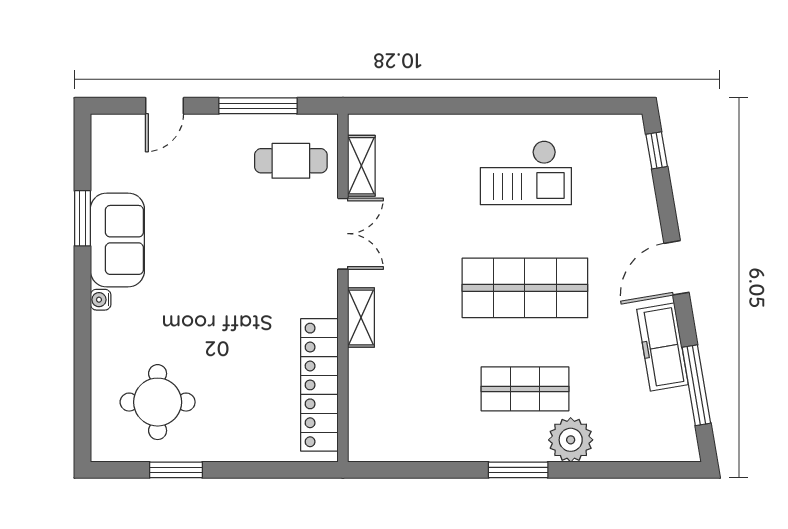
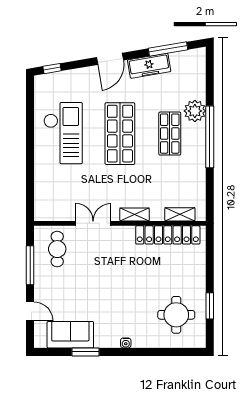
shelving: (361, 166) -> (180, 214), moved
checkout: (526, 173) -> (63, 133), width x1.36, depth x1.21
sofa: (117, 240) -> (70, 335), moved
door: (676, 268) -> (110, 59), hinge flipped
window: (518, 470) -> (210, 137), width x2.11

